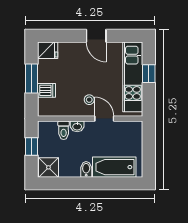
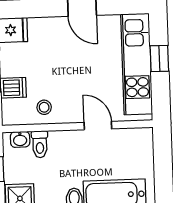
stool: (89, 100) -> (44, 107), moved
washbasin: (77, 126) -> (20, 139), moved

